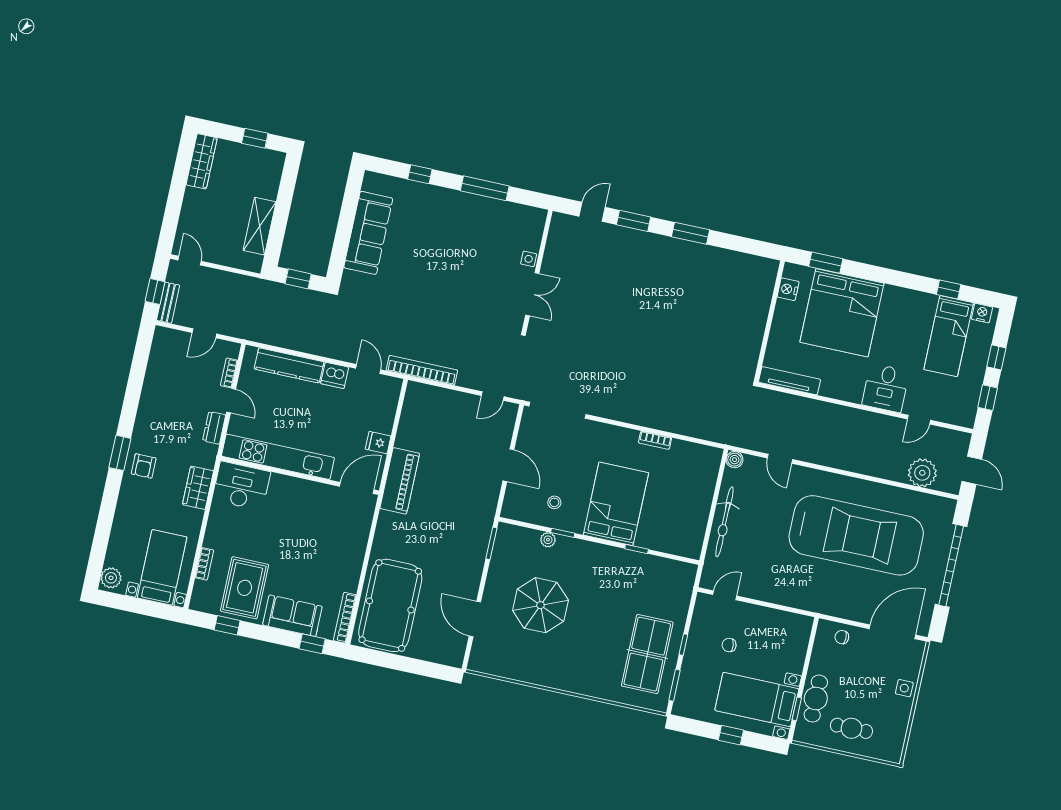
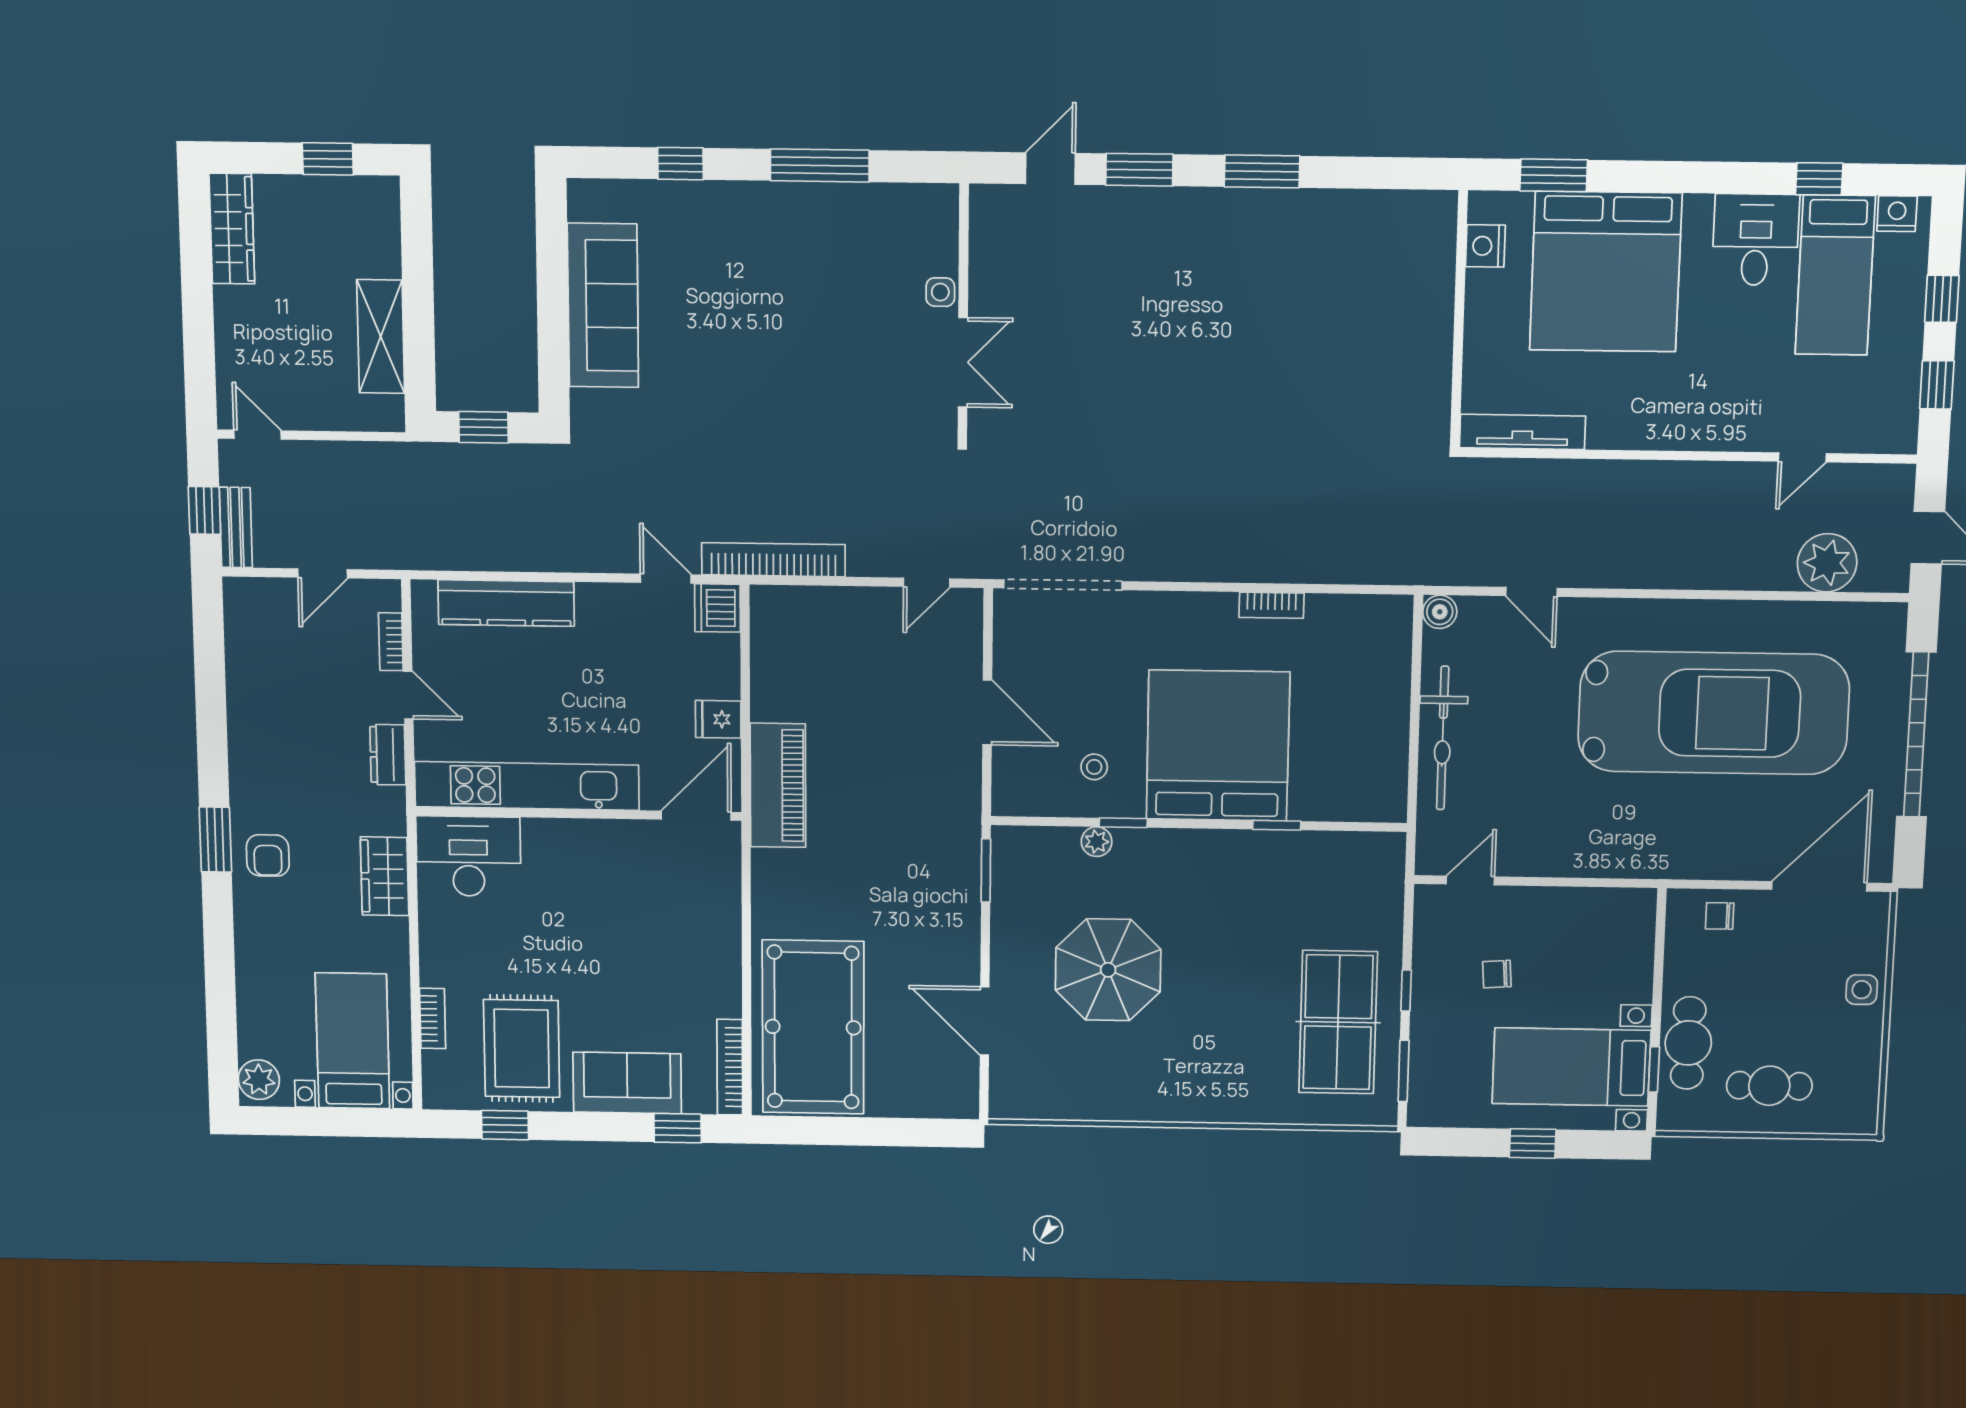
dishwasher: (335, 375) -> (718, 608), moved, turned 90
desk: (886, 388) -> (1756, 240), moved, turned 180
bed: (616, 504) -> (1218, 746), width x1.36

